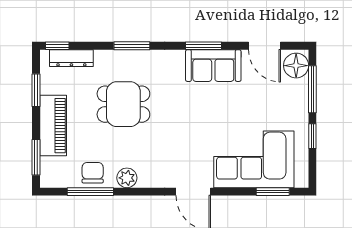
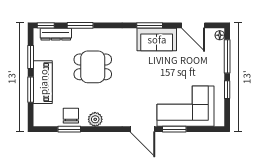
window: (132, 46) -> (80, 25), moved
floor lamp: (296, 66) -> (220, 35), width x0.53, depth x0.53
window: (36, 157) -> (31, 90), moved
window: (90, 192) -> (69, 129), width x0.69
window: (273, 192) -> (174, 129), moved

